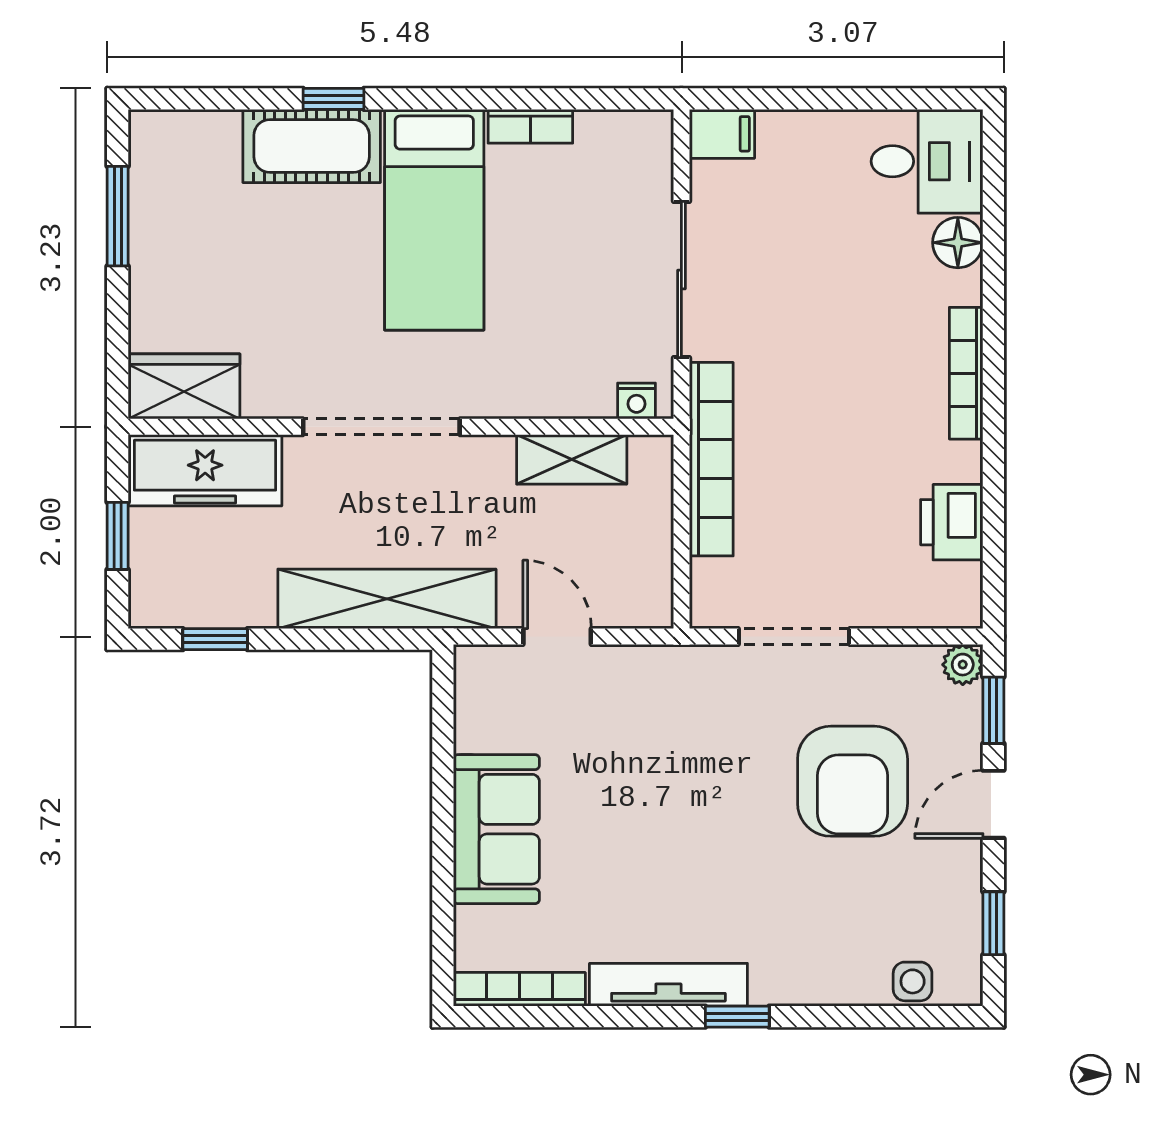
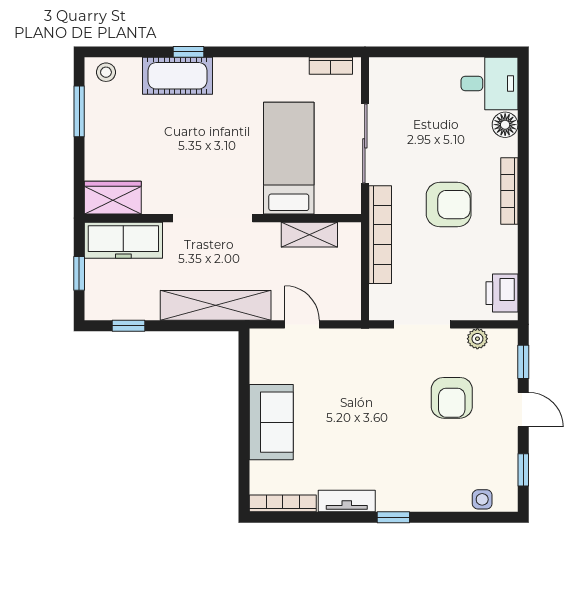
bookcase: (530, 126) -> (331, 66), moved
filing cabinet: (722, 134) -> (386, 70), removed
stool: (171, 139) -> (106, 72), added
bed: (434, 220) -> (289, 158), moved, turned 180
armchair: (846, 400) -> (449, 205), added
nightstand: (636, 401) -> (342, 205), removed
printer: (952, 522) -> (502, 293), moved
plant: (963, 665) -> (477, 339), moved
armchair: (853, 781) -> (452, 398), width x0.73, depth x0.73
door: (993, 804) -> (523, 410), swing flipped
tv unit: (668, 985) -> (347, 501), width x0.71

